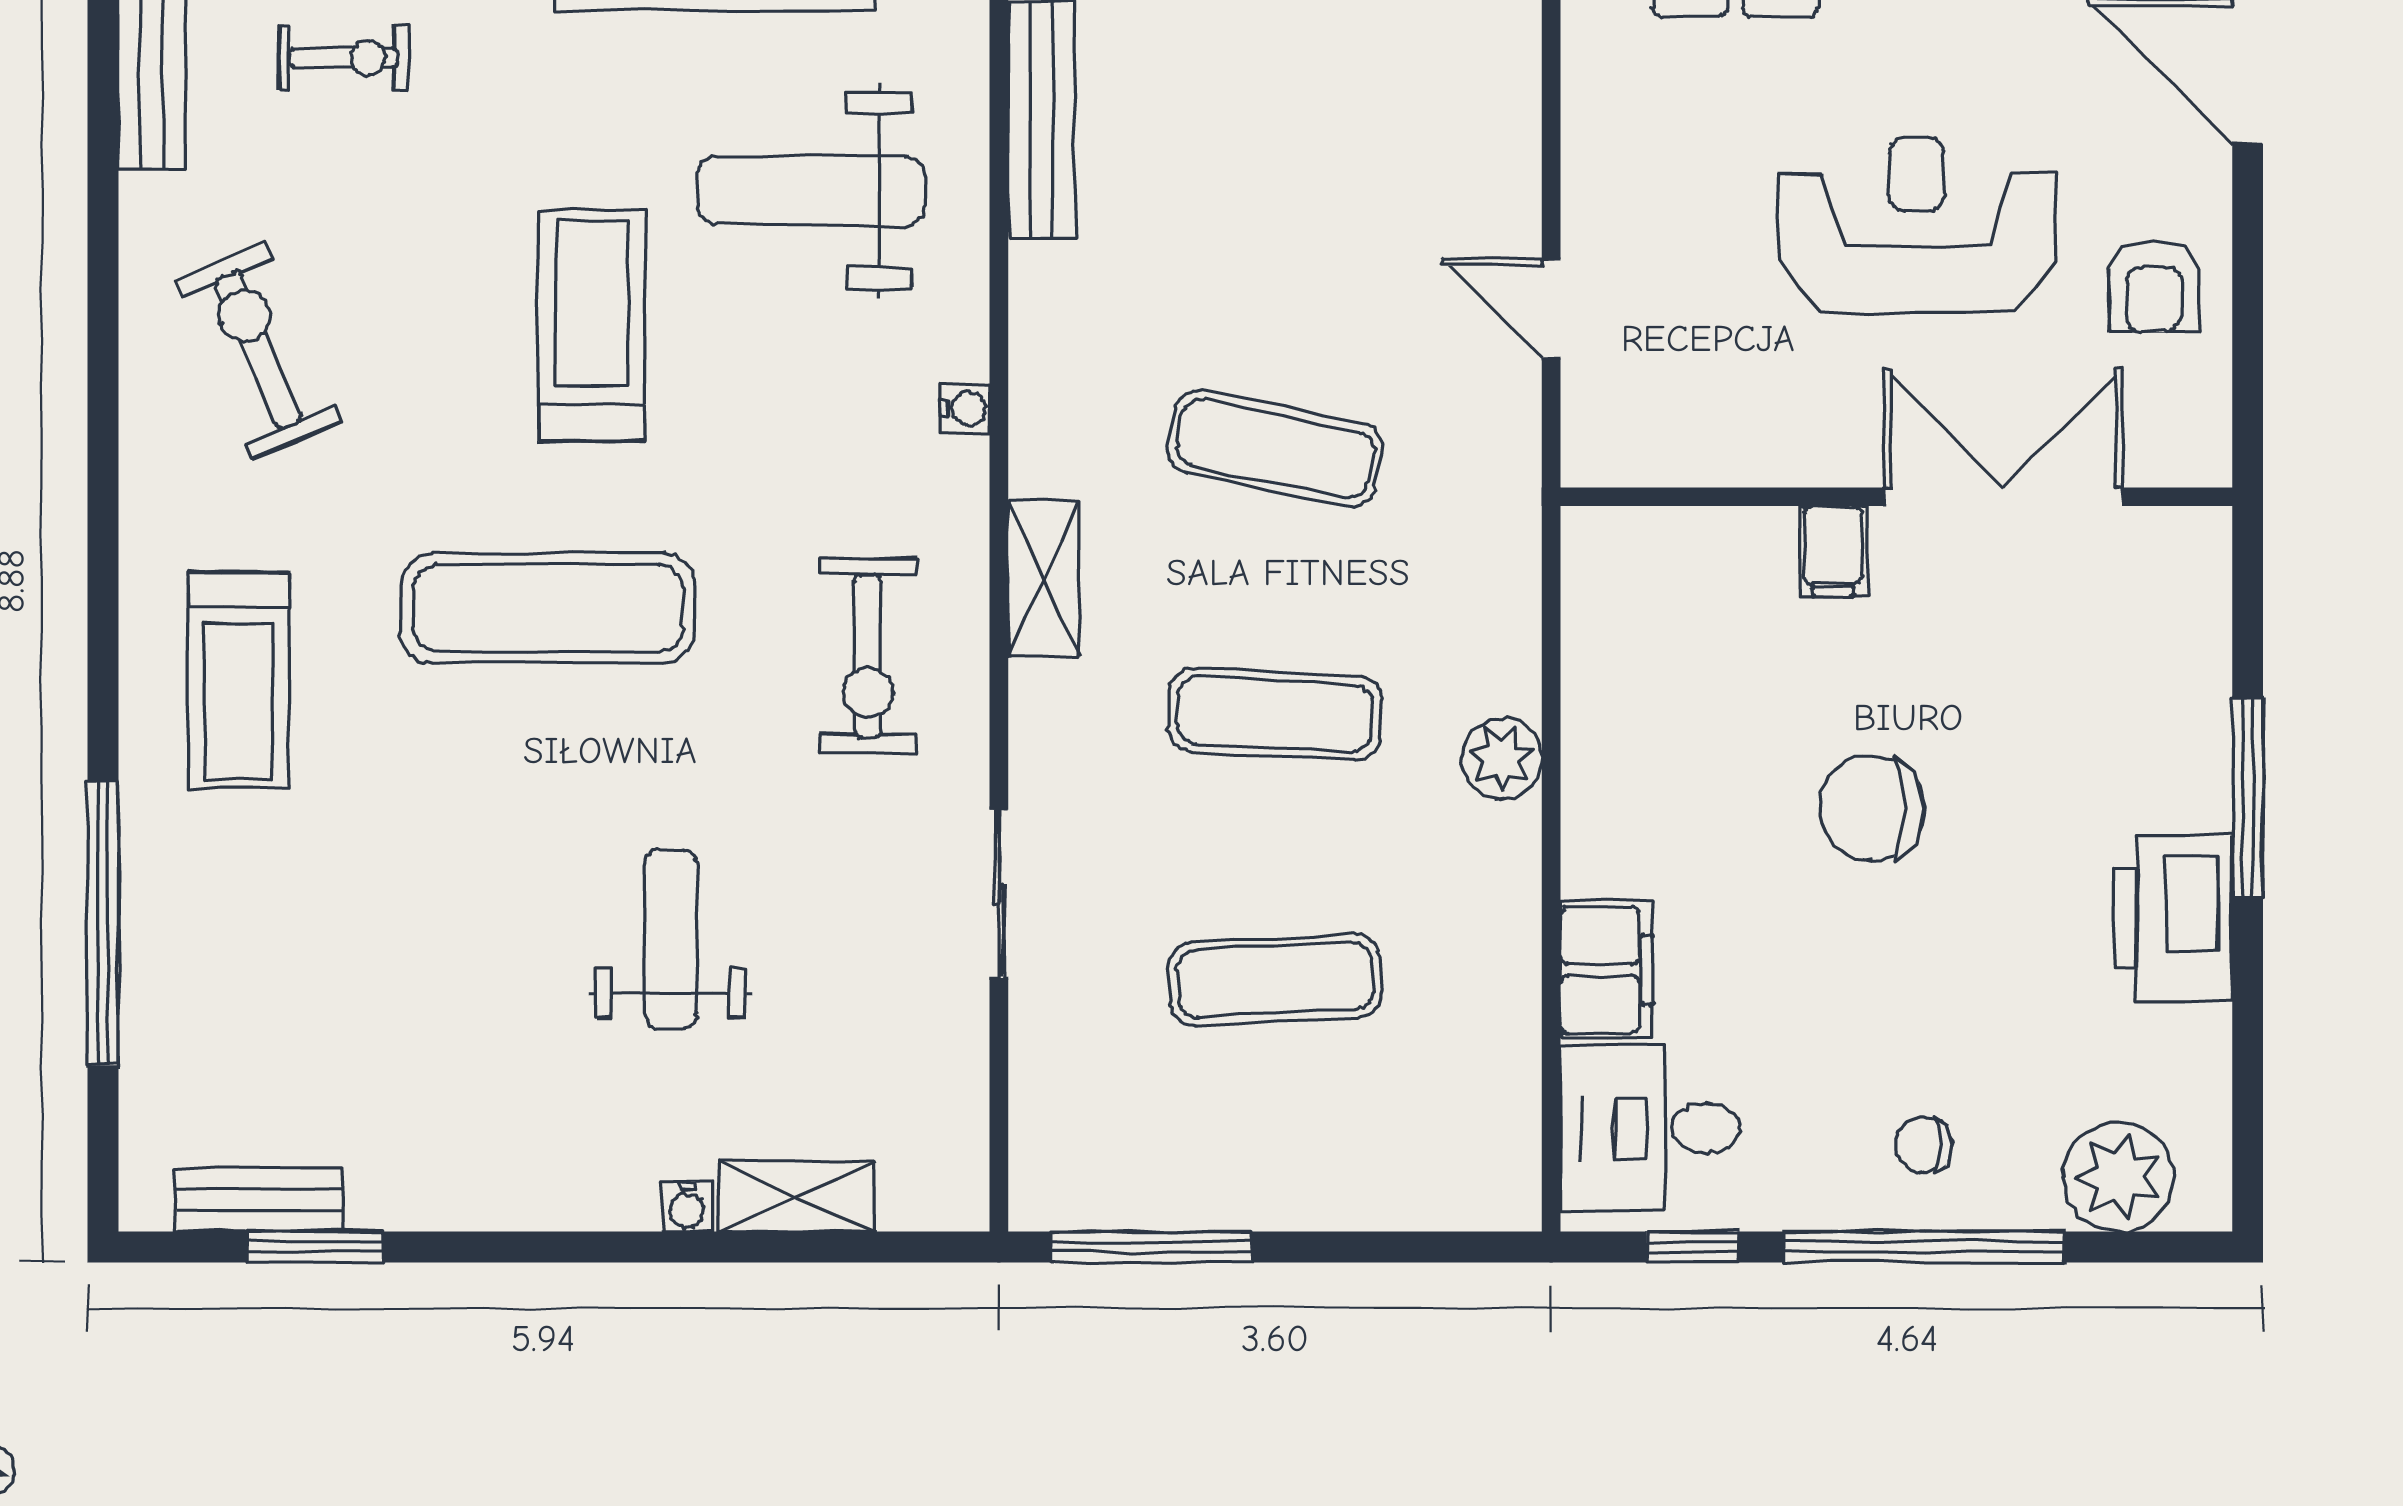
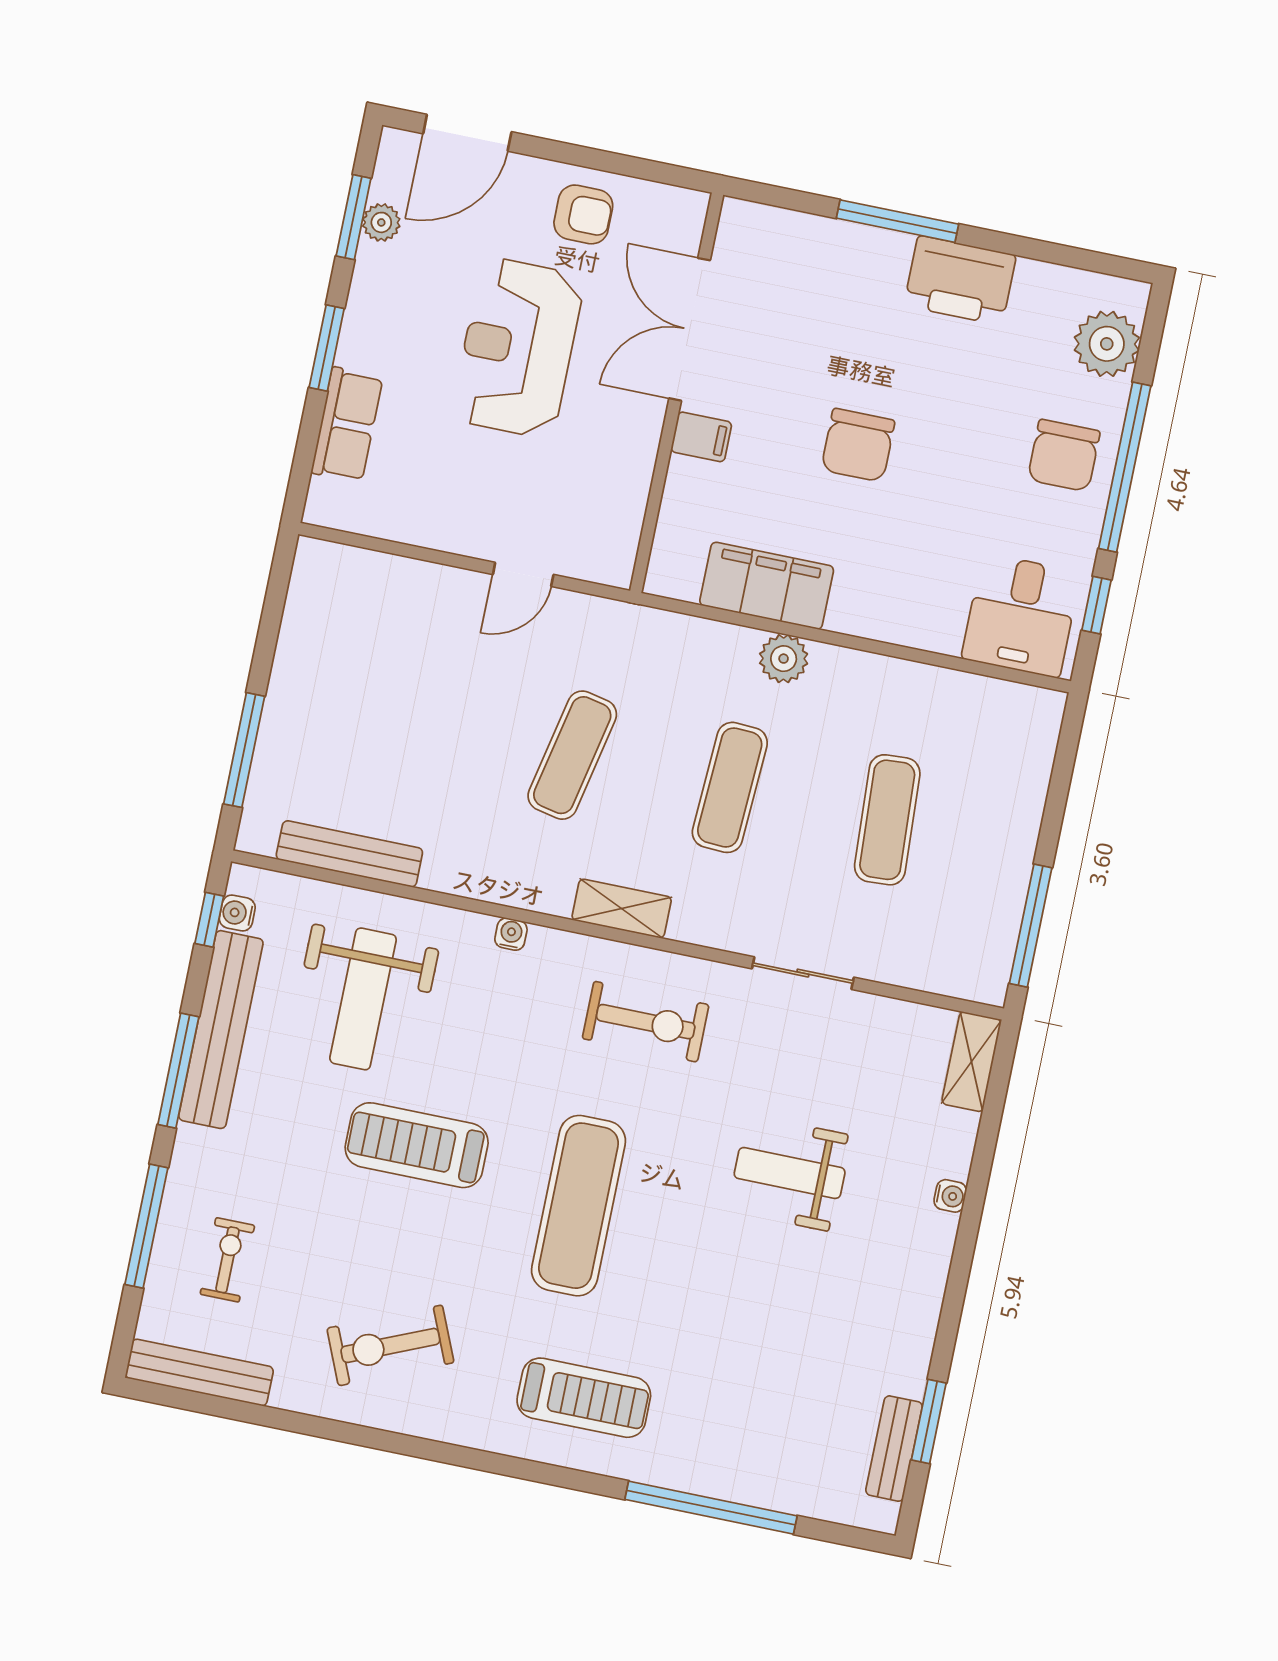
filing cabinet: (1606, 970) -> (767, 586), moved, width x1.50, depth x1.17
chair: (1924, 1144) -> (1064, 455), width x1.87, depth x1.87
shelving: (796, 1196) -> (971, 1062), moved

